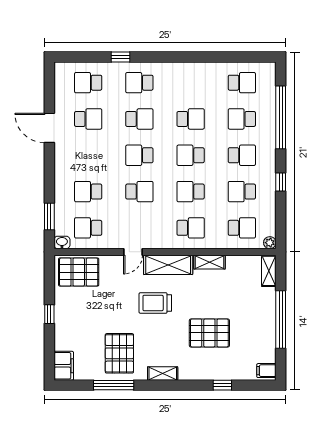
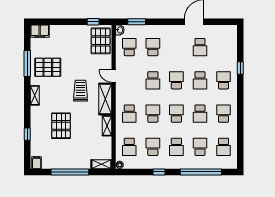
school desk: (88, 83) -> (224, 114), moved
window: (49, 314) -> (93, 22), moved

